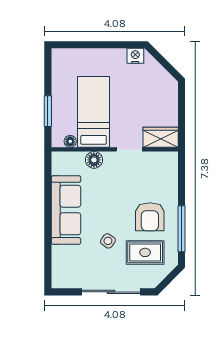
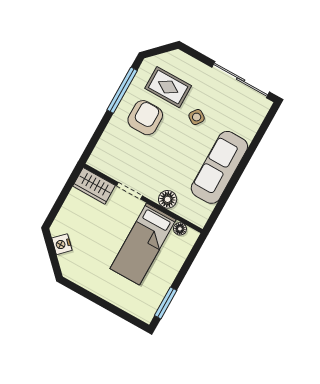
nightstand: (135, 56) -> (62, 244), moved, turned 45
window: (48, 111) -> (166, 303), moved
sliding door: (111, 292) -> (241, 80), moved

